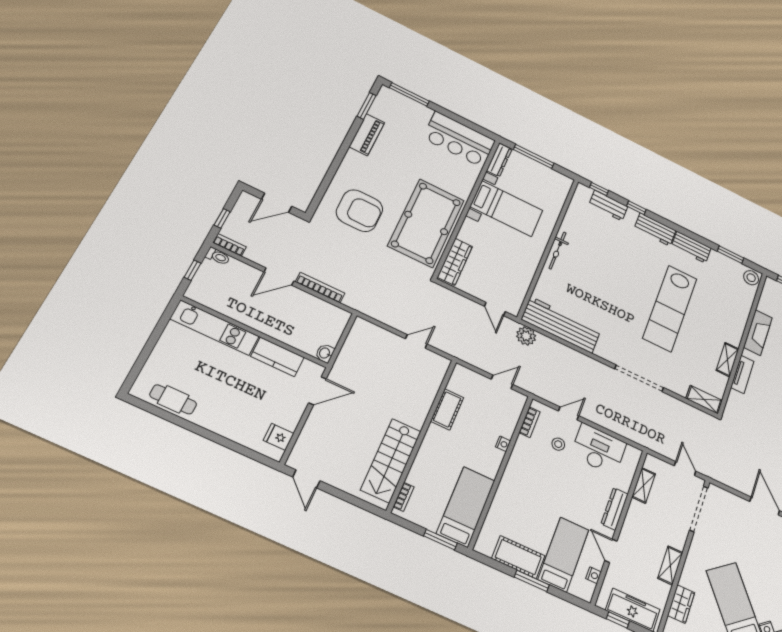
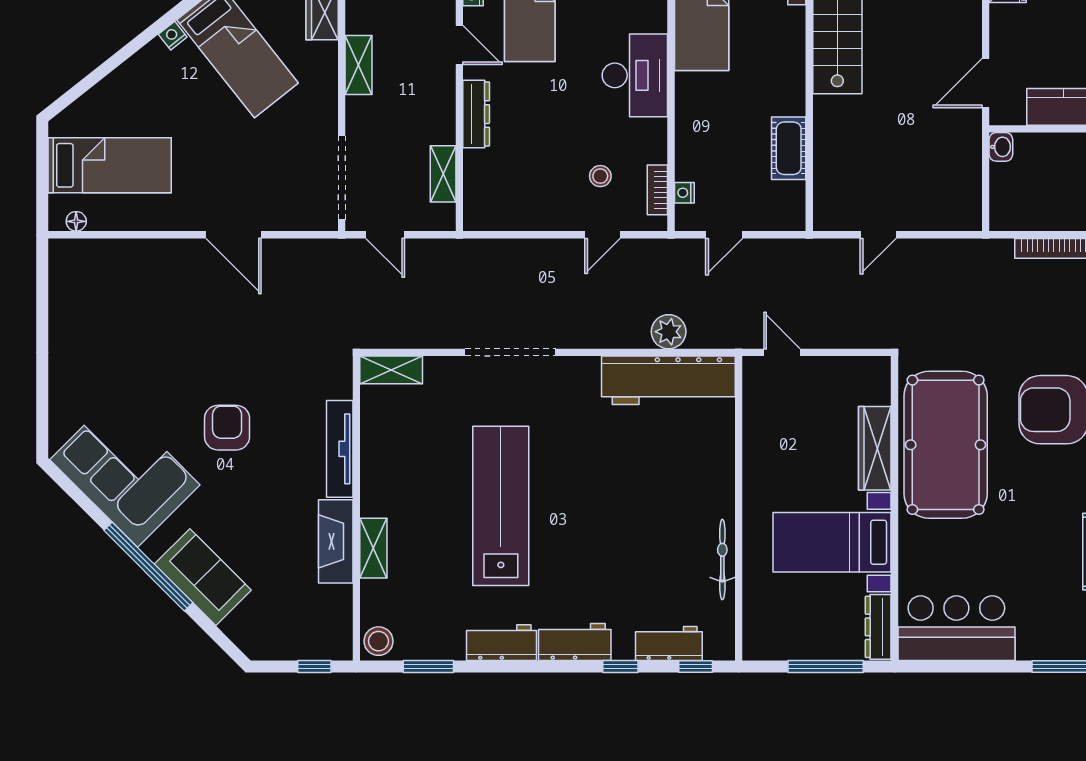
bicycle: (557, 250) -> (722, 559), moved
wardrobe: (455, 262) -> (875, 448), moved
plant: (526, 336) -> (669, 332), moved
shelving: (727, 360) -> (373, 548), moved
tv unit: (742, 374) -> (340, 449), width x1.41
nightstand: (503, 444) -> (684, 193), moved
desk: (599, 449) -> (635, 75), moved, turned -90

